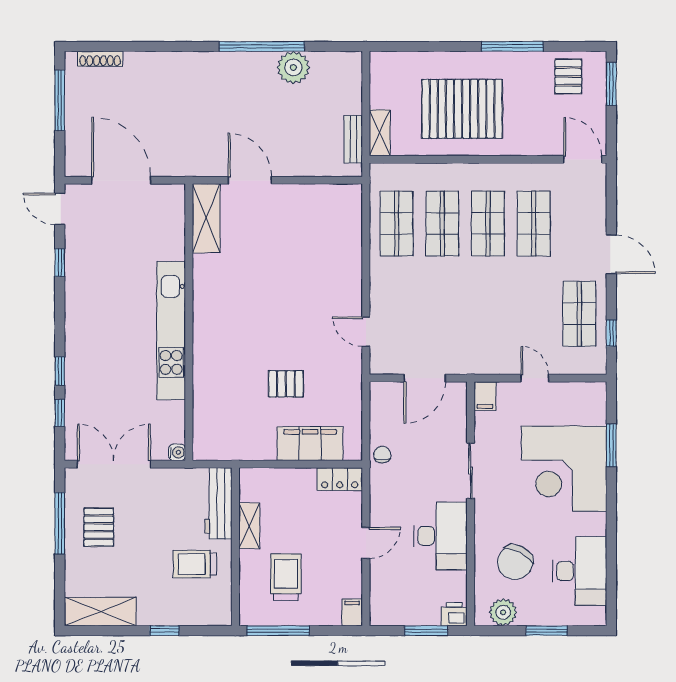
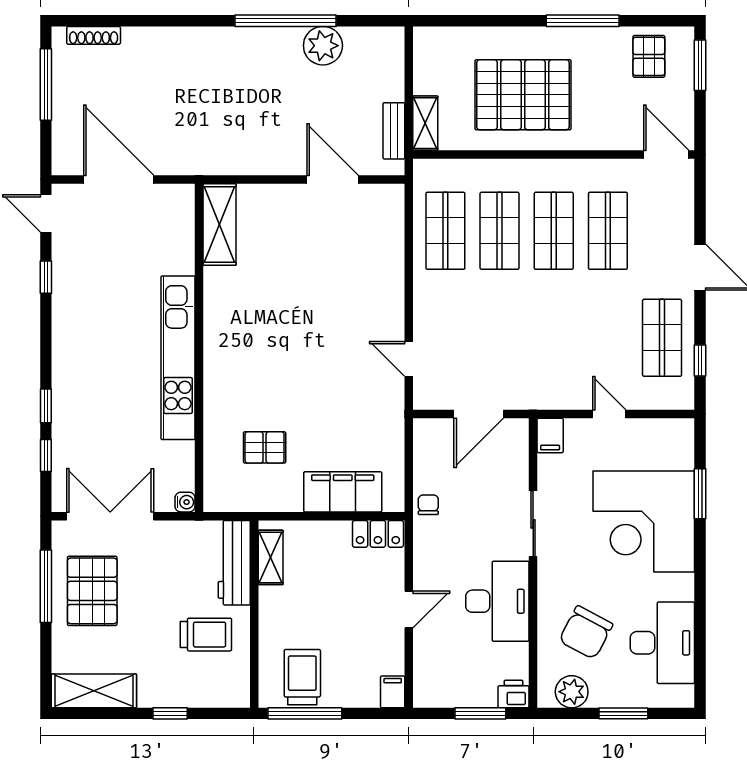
door: (250, 180) -> (333, 179), moved
pallet: (286, 384) -> (265, 447), moved
shelving: (249, 526) -> (271, 557), moved
pallet: (99, 527) -> (92, 591), width x1.50, depth x1.42
trolley: (195, 564) -> (206, 635), turned 180
trolley: (286, 577) -> (302, 677), moved

